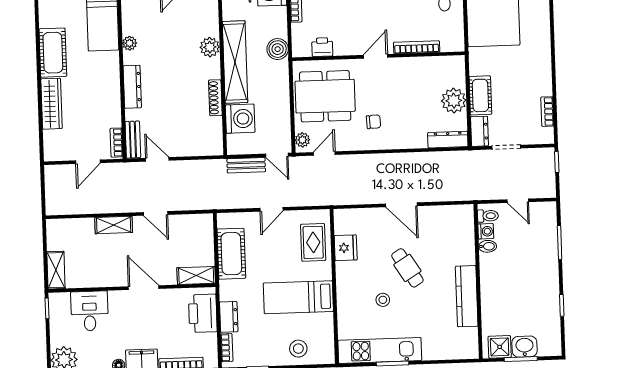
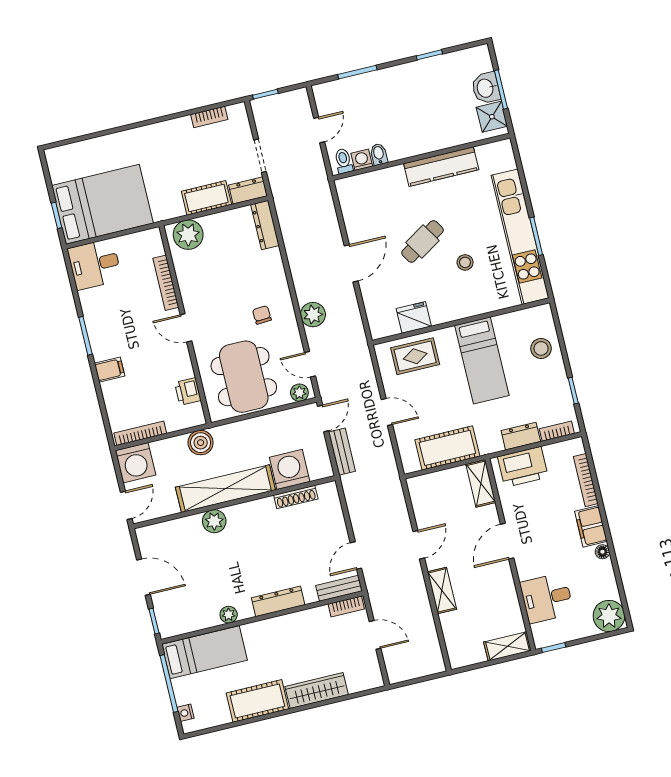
shoe rack: (215, 98) -> (296, 497), moved
plant: (454, 101) -> (188, 235), moved
plant: (365, 164) -> (313, 315), added
kitchen unit: (380, 350) -> (520, 237), width x1.36

